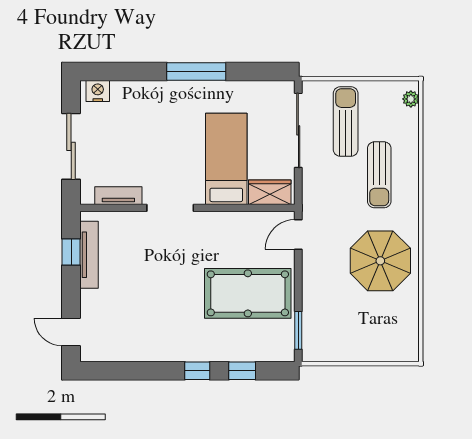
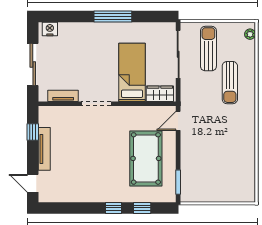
tv unit: (89, 255) -> (44, 149), moved
parasol: (380, 261) -> (231, 138), removed
pool table: (248, 293) -> (146, 158), turned 90

